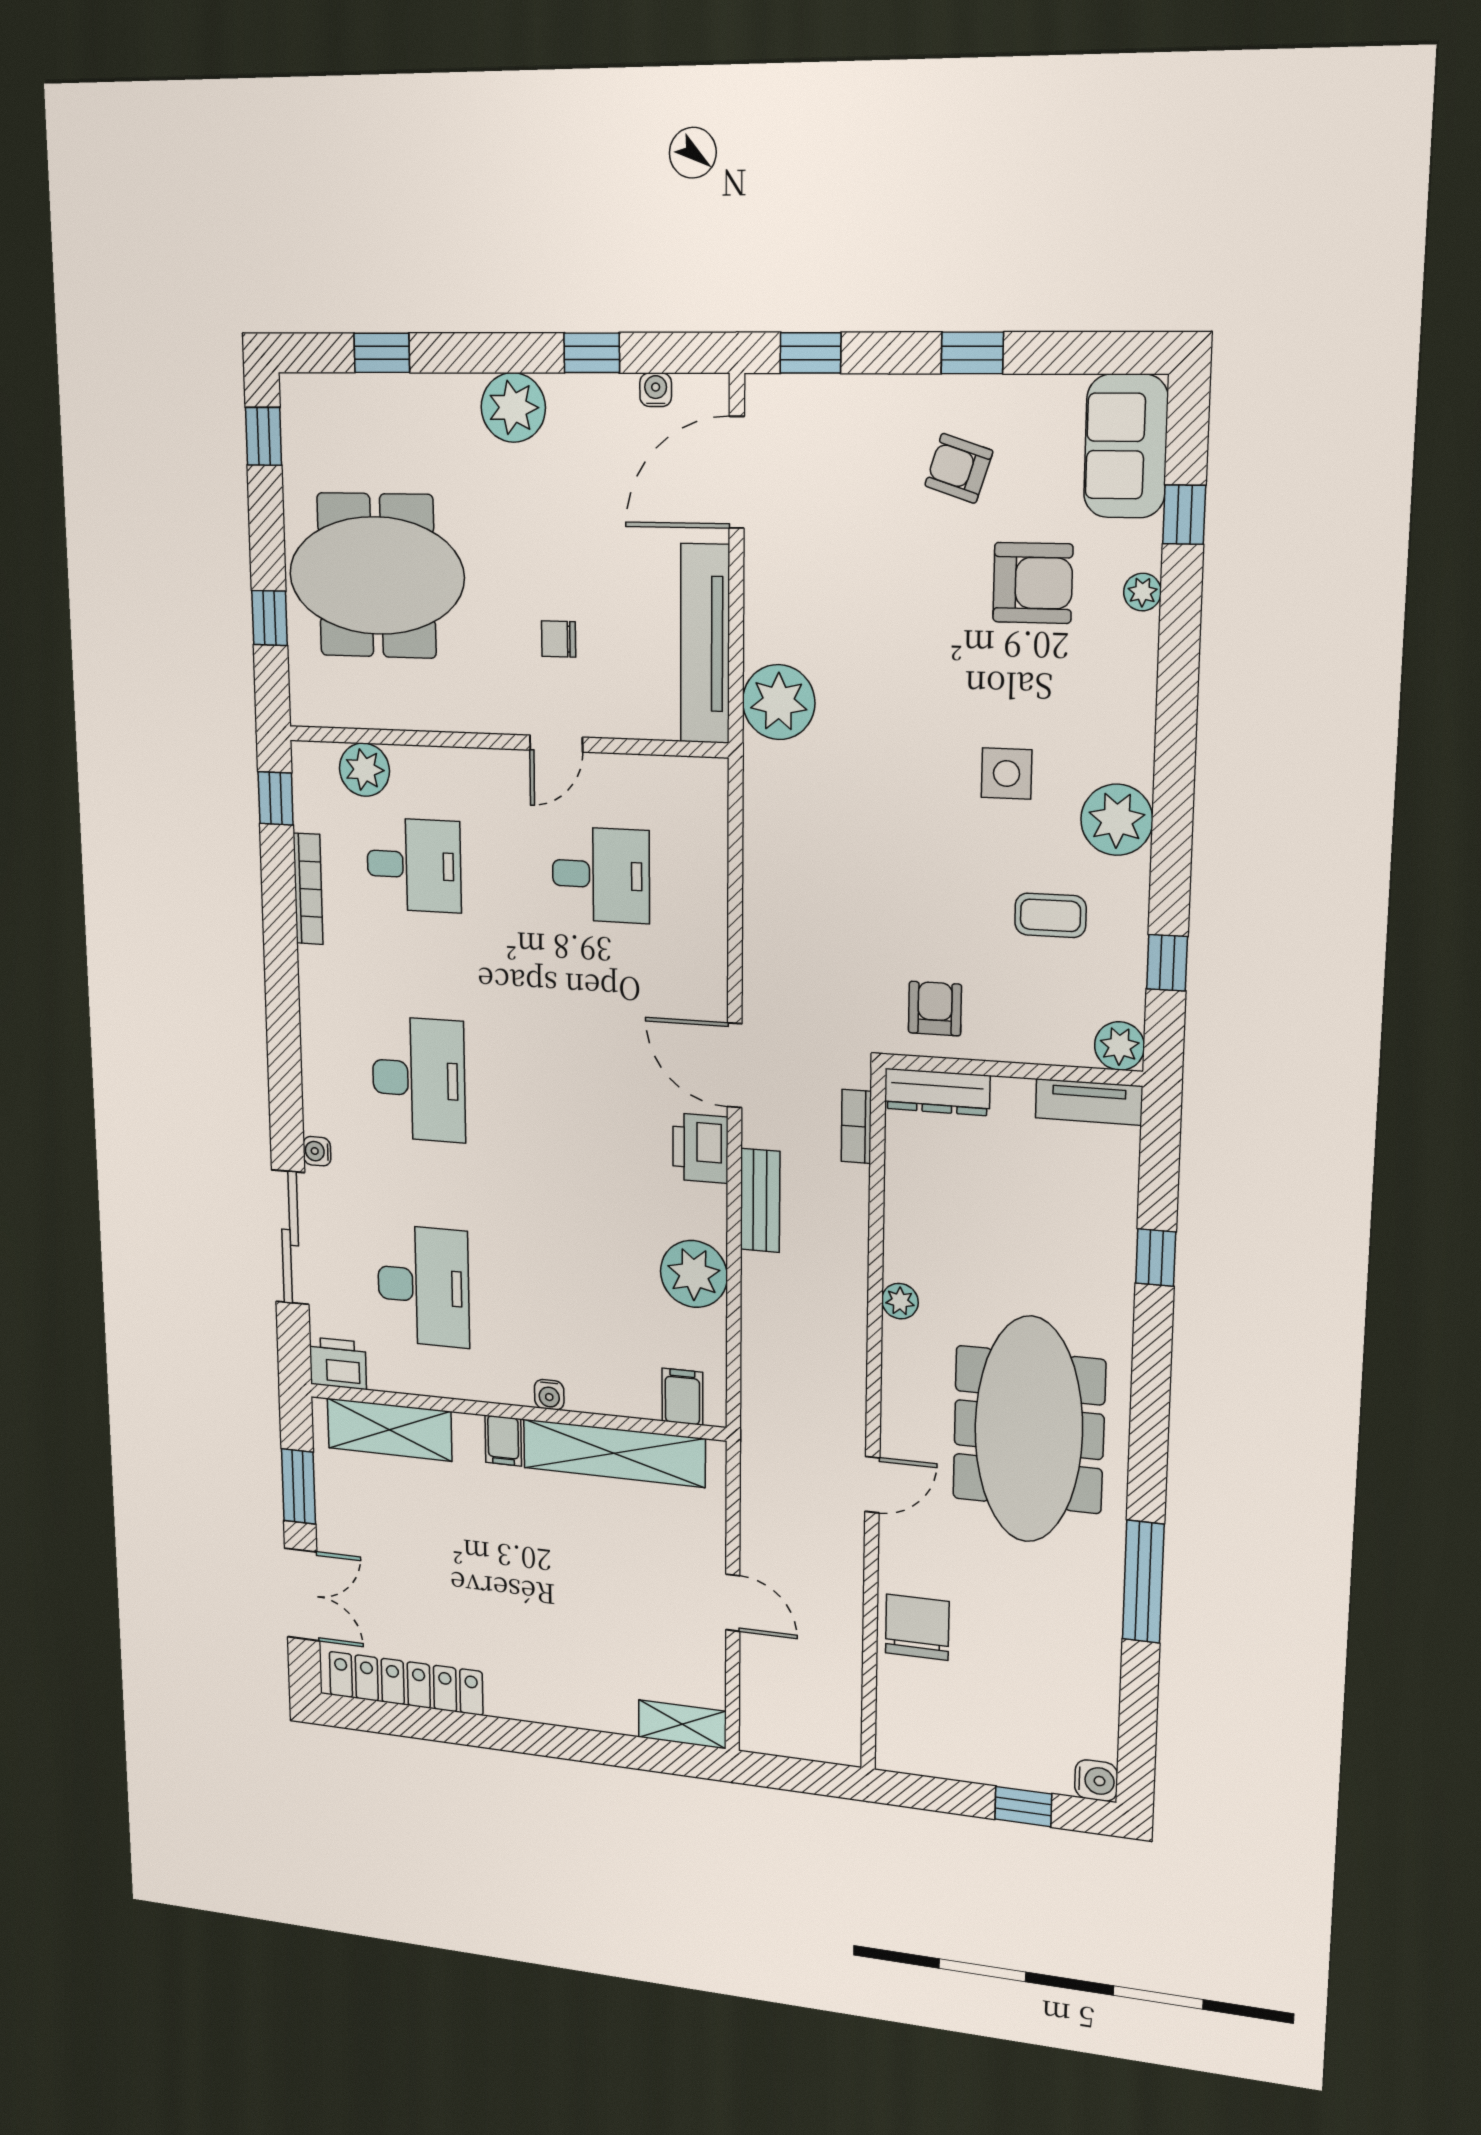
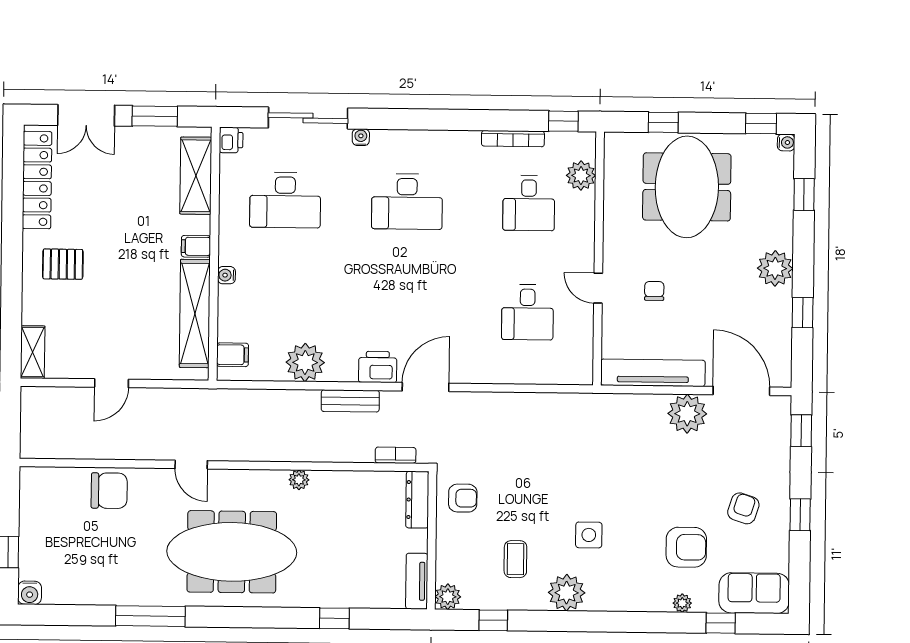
water cooler: (656, 390) -> (786, 142), moved
armchair: (1033, 583) -> (686, 547), turned -90
plant: (779, 702) -> (687, 414), moved
printer: (338, 1363) -> (231, 140), width x0.73, depth x0.81
pallet: (538, 1659) -> (63, 264), added

